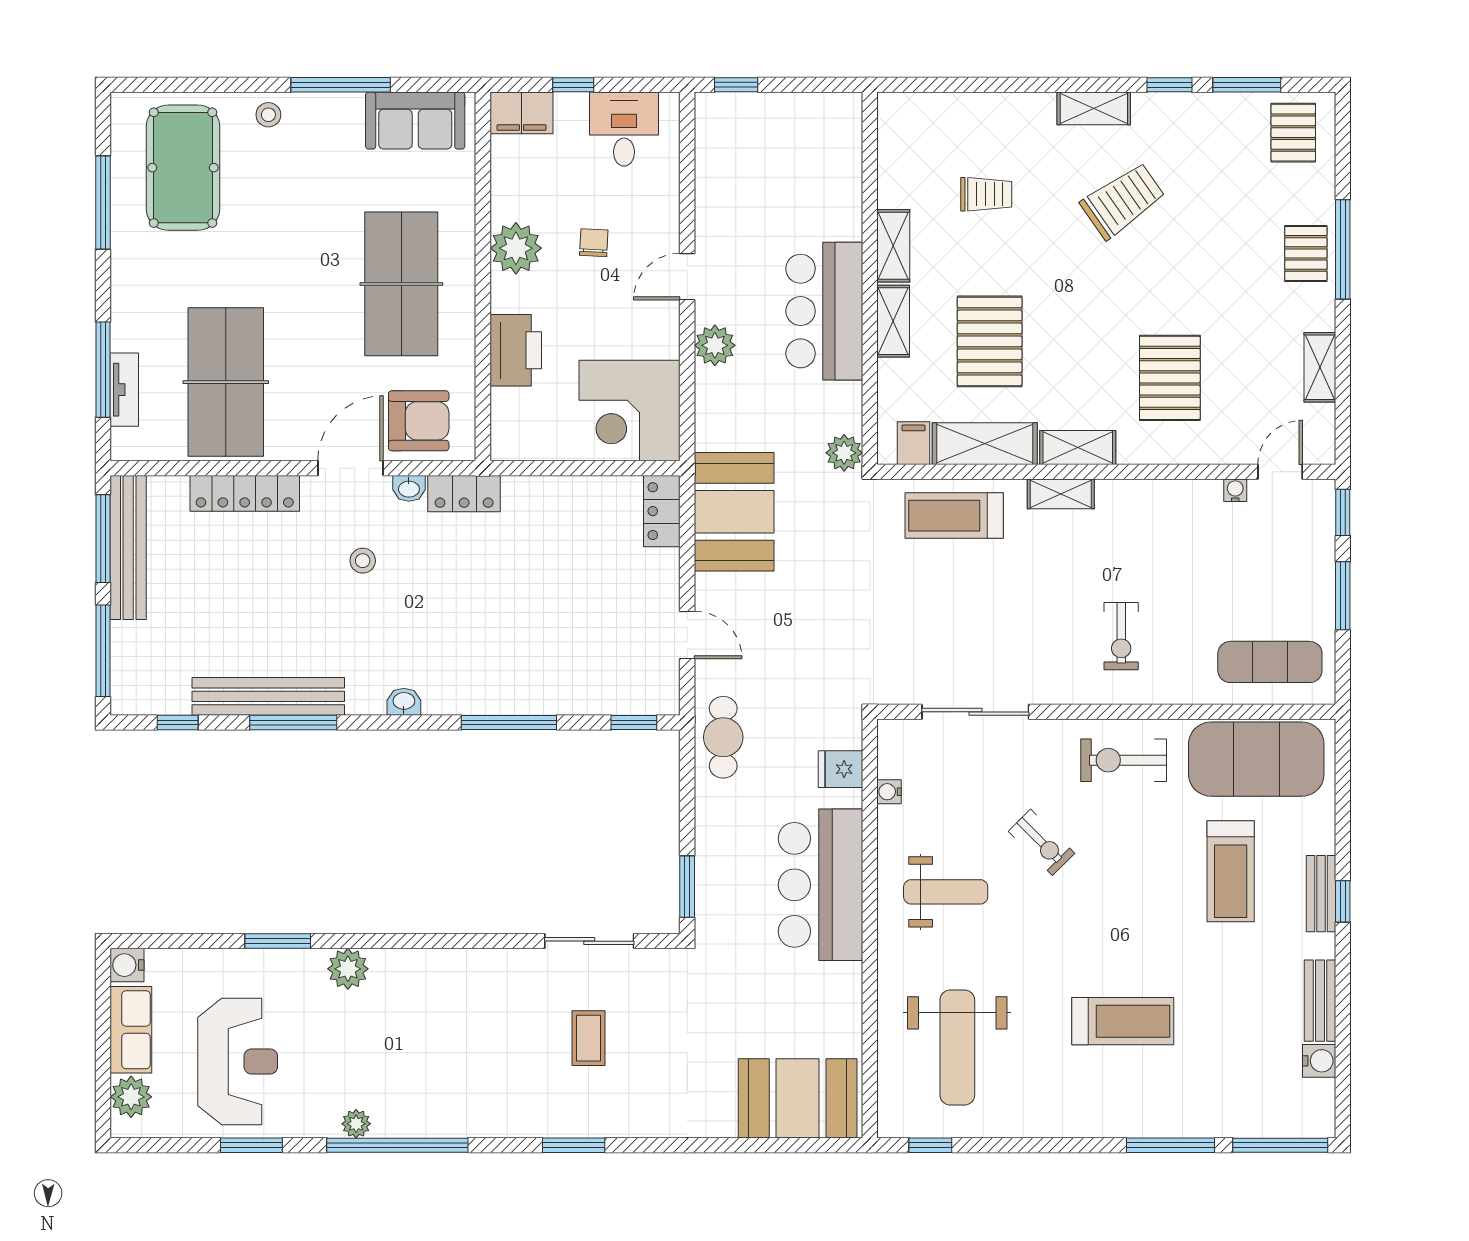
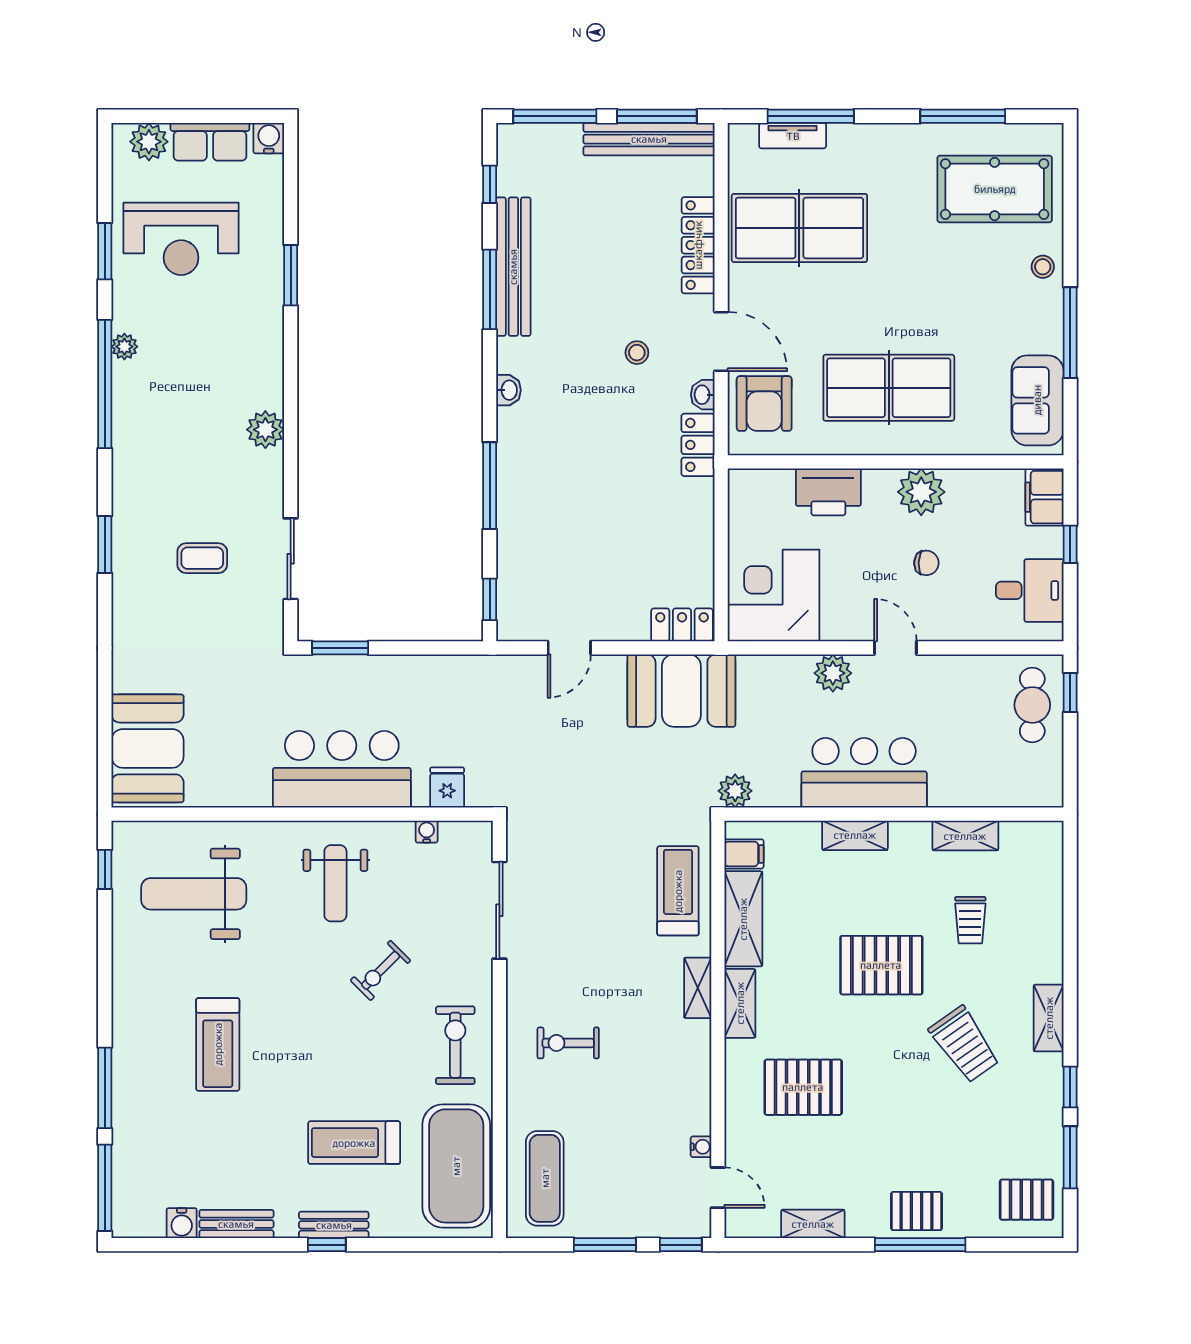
shelving: (893, 246) -> (965, 836), moved
pallet: (990, 341) -> (881, 965), moved
cafe table: (723, 737) -> (1032, 705), moved, turned 90
plant: (348, 969) -> (265, 430), moved

